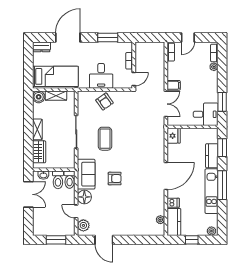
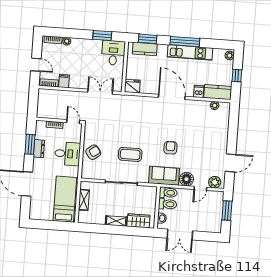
dresser: (42, 47) -> (39, 149), moved
filing cabinet: (174, 85) -> (64, 81), moved
boiler: (39, 97) -> (84, 217), removed
kitchen counter: (212, 156) -> (145, 49), moved
double door: (28, 194) -> (180, 235), swing flipped

